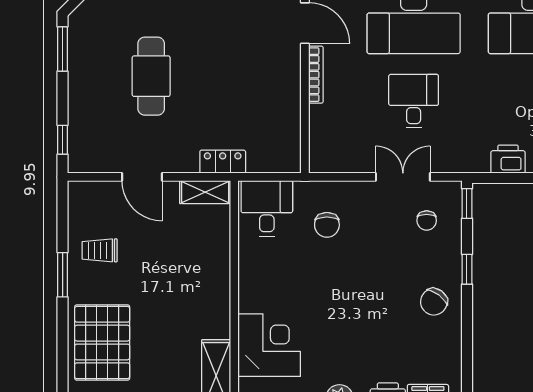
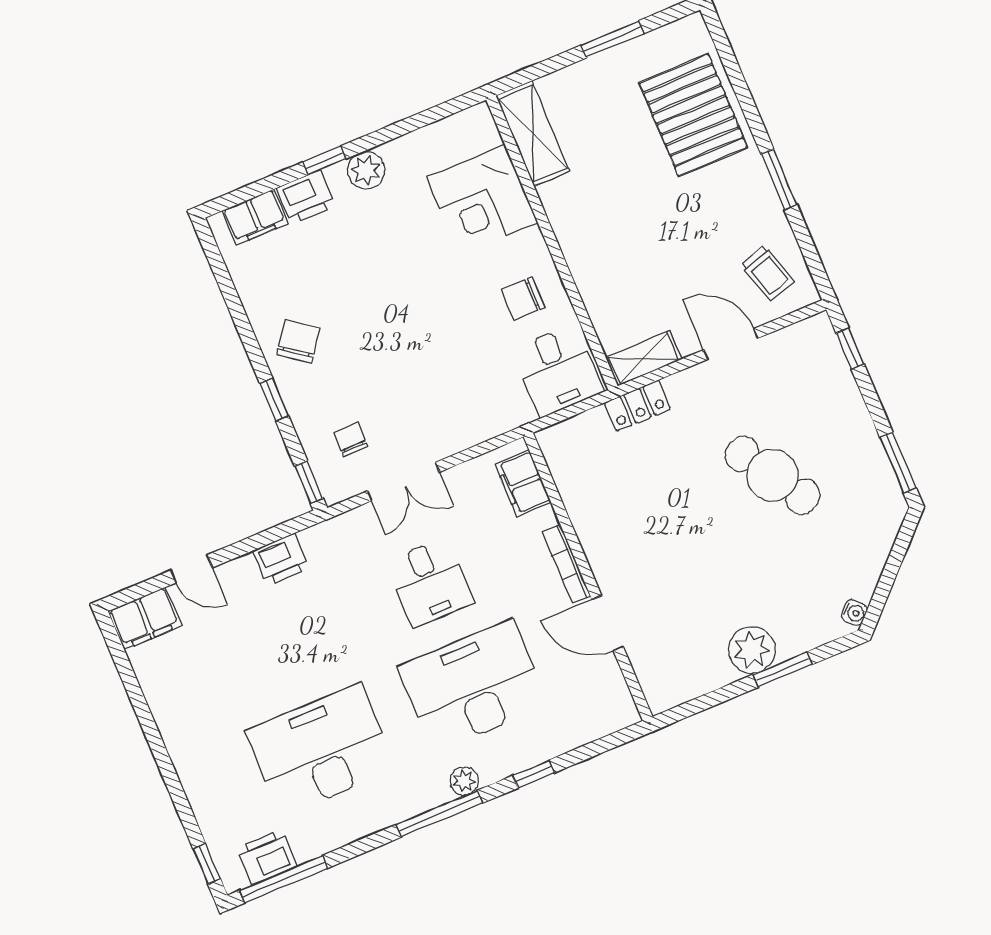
cafe table: (151, 76) -> (772, 475), turned -32
filing cabinet: (322, 142) -> (523, 483), added
chair: (327, 225) -> (523, 299), moved, turned -90
trolley: (100, 250) -> (768, 273), moved, turned 73

